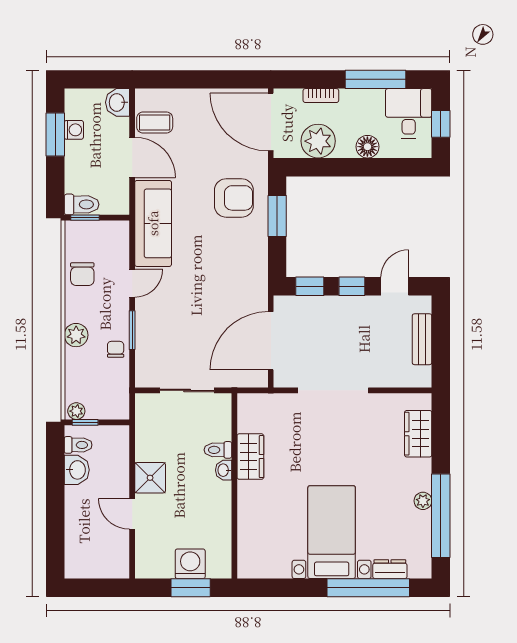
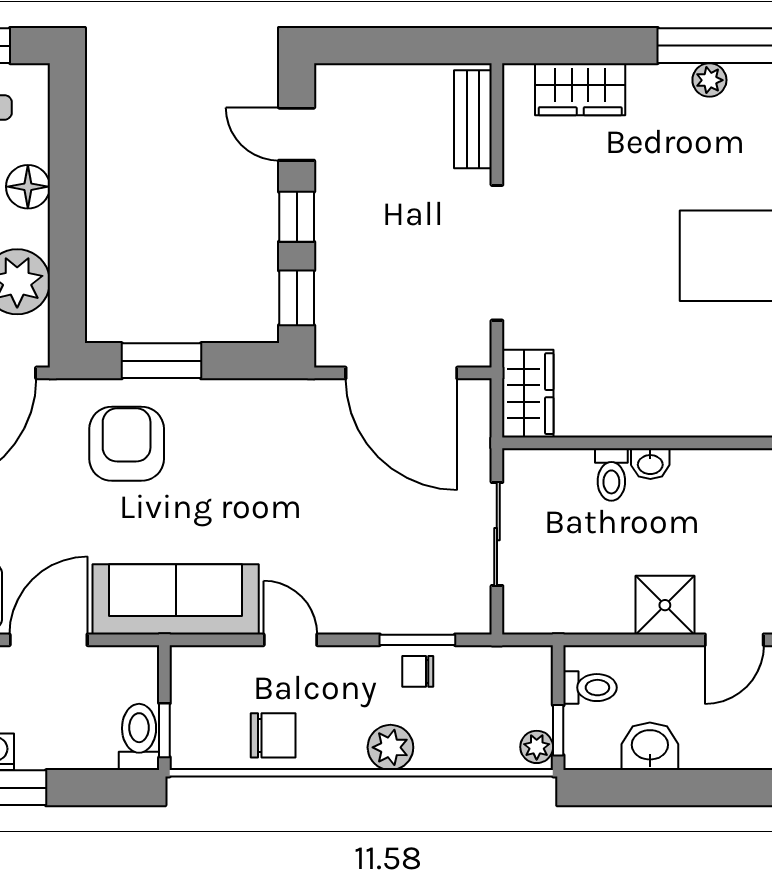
window: (132, 330) -> (417, 640), moved
bench: (422, 339) -> (473, 119), moved, turned 90
toilet: (78, 445) -> (590, 688), moved, turned 90
wardrobe: (250, 457) -> (528, 394), moved, turned 90

